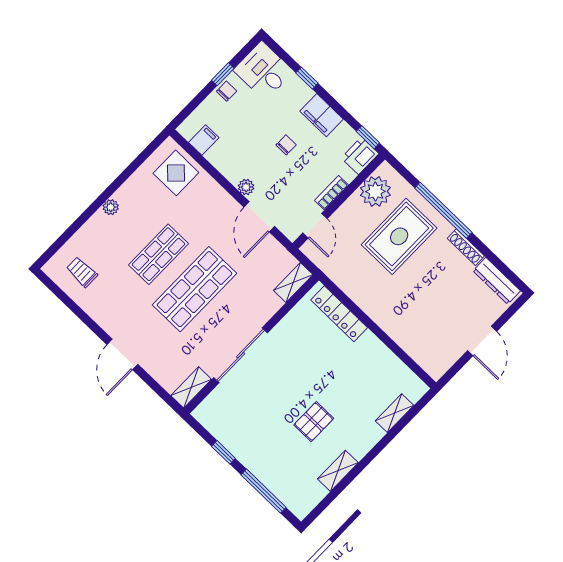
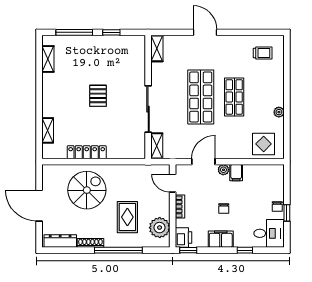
filing cabinet: (204, 140) -> (236, 173), moved
plant: (111, 207) -> (279, 112), moved
door: (259, 217) -> (203, 162), hinge flipped
rug: (399, 236) -> (127, 217), width x0.73, depth x0.70
spiral stairs: (415, 308) -> (87, 190), added
locker: (339, 314) -> (87, 152), moved
door: (482, 341) -> (39, 206), width x1.36
sliding door: (241, 355) -> (148, 109), moved
pallet: (314, 422) -> (98, 96), moved
shelving: (338, 471) -> (48, 59), moved

